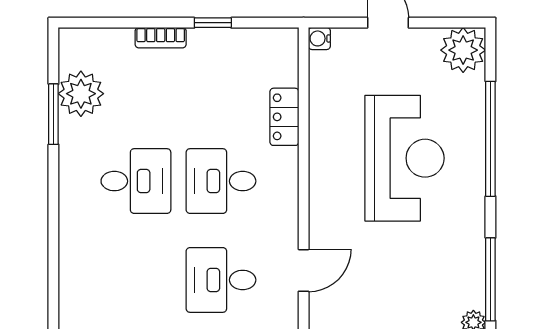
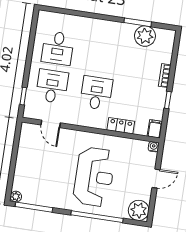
filing cabinet: (280, 42) -> (155, 129), added
reception desk: (404, 158) -> (94, 177), turned -90
desk: (136, 181) -> (58, 48), moved

